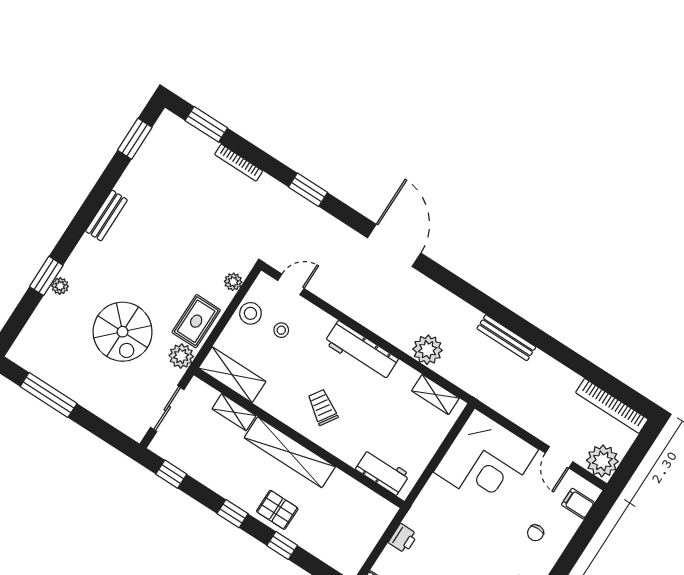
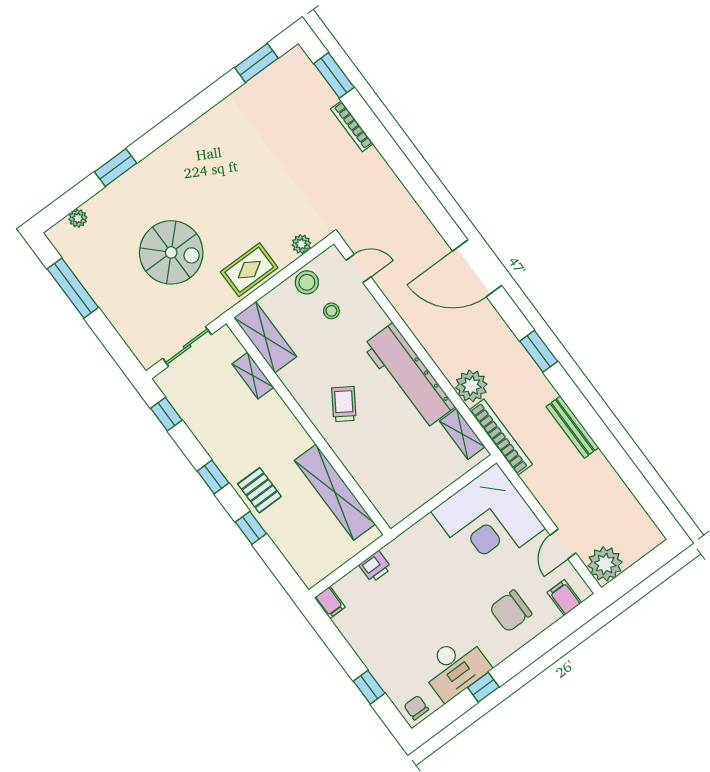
window: (308, 190) -> (539, 351), moved
bench: (106, 215) -> (199, 129), removed
door: (394, 245) -> (477, 268), swing flipped
plant: (60, 286) -> (78, 218), moved
spiral stairs: (123, 332) -> (171, 252), turned -90
bench: (506, 338) -> (572, 427), moved
workbench: (361, 351) -> (409, 376), width x1.36, depth x1.32
plant: (181, 356) -> (221, 299), removed
bookcase: (612, 406) -> (501, 437), moved, turned 180
shelving: (290, 452) -> (335, 492), moved
workbench: (383, 472) -> (380, 492), removed
chair: (536, 533) -> (511, 611), width x1.87, depth x1.87

